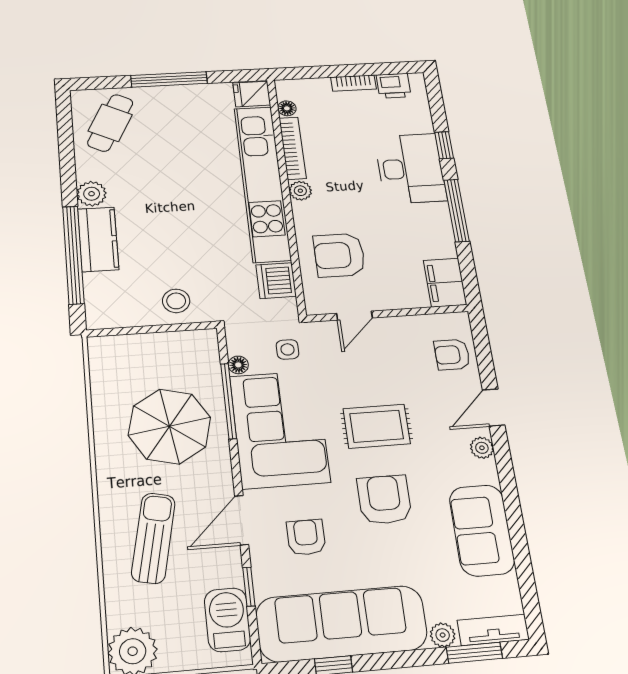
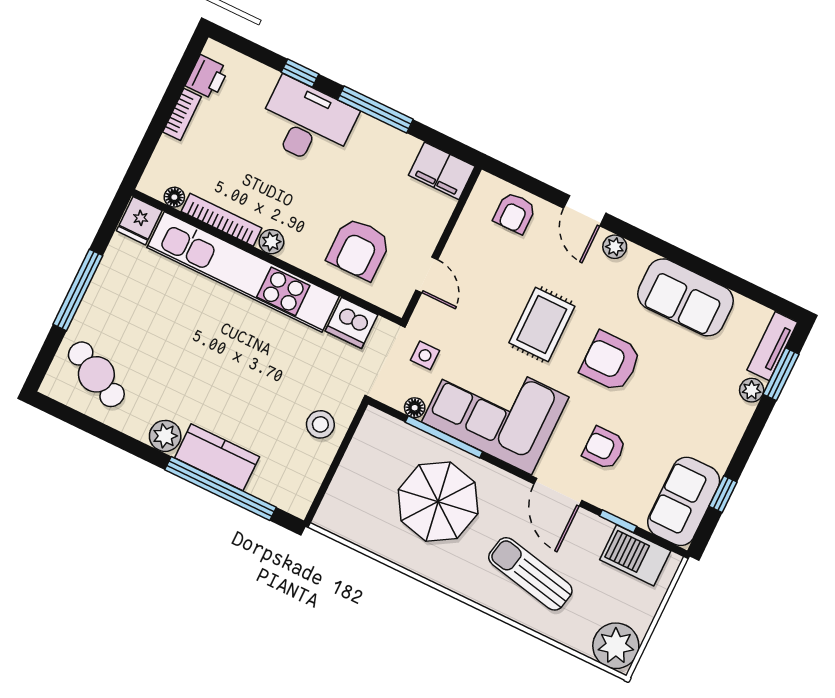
sofa: (342, 624) -> (684, 501), width x0.54, depth x0.79

